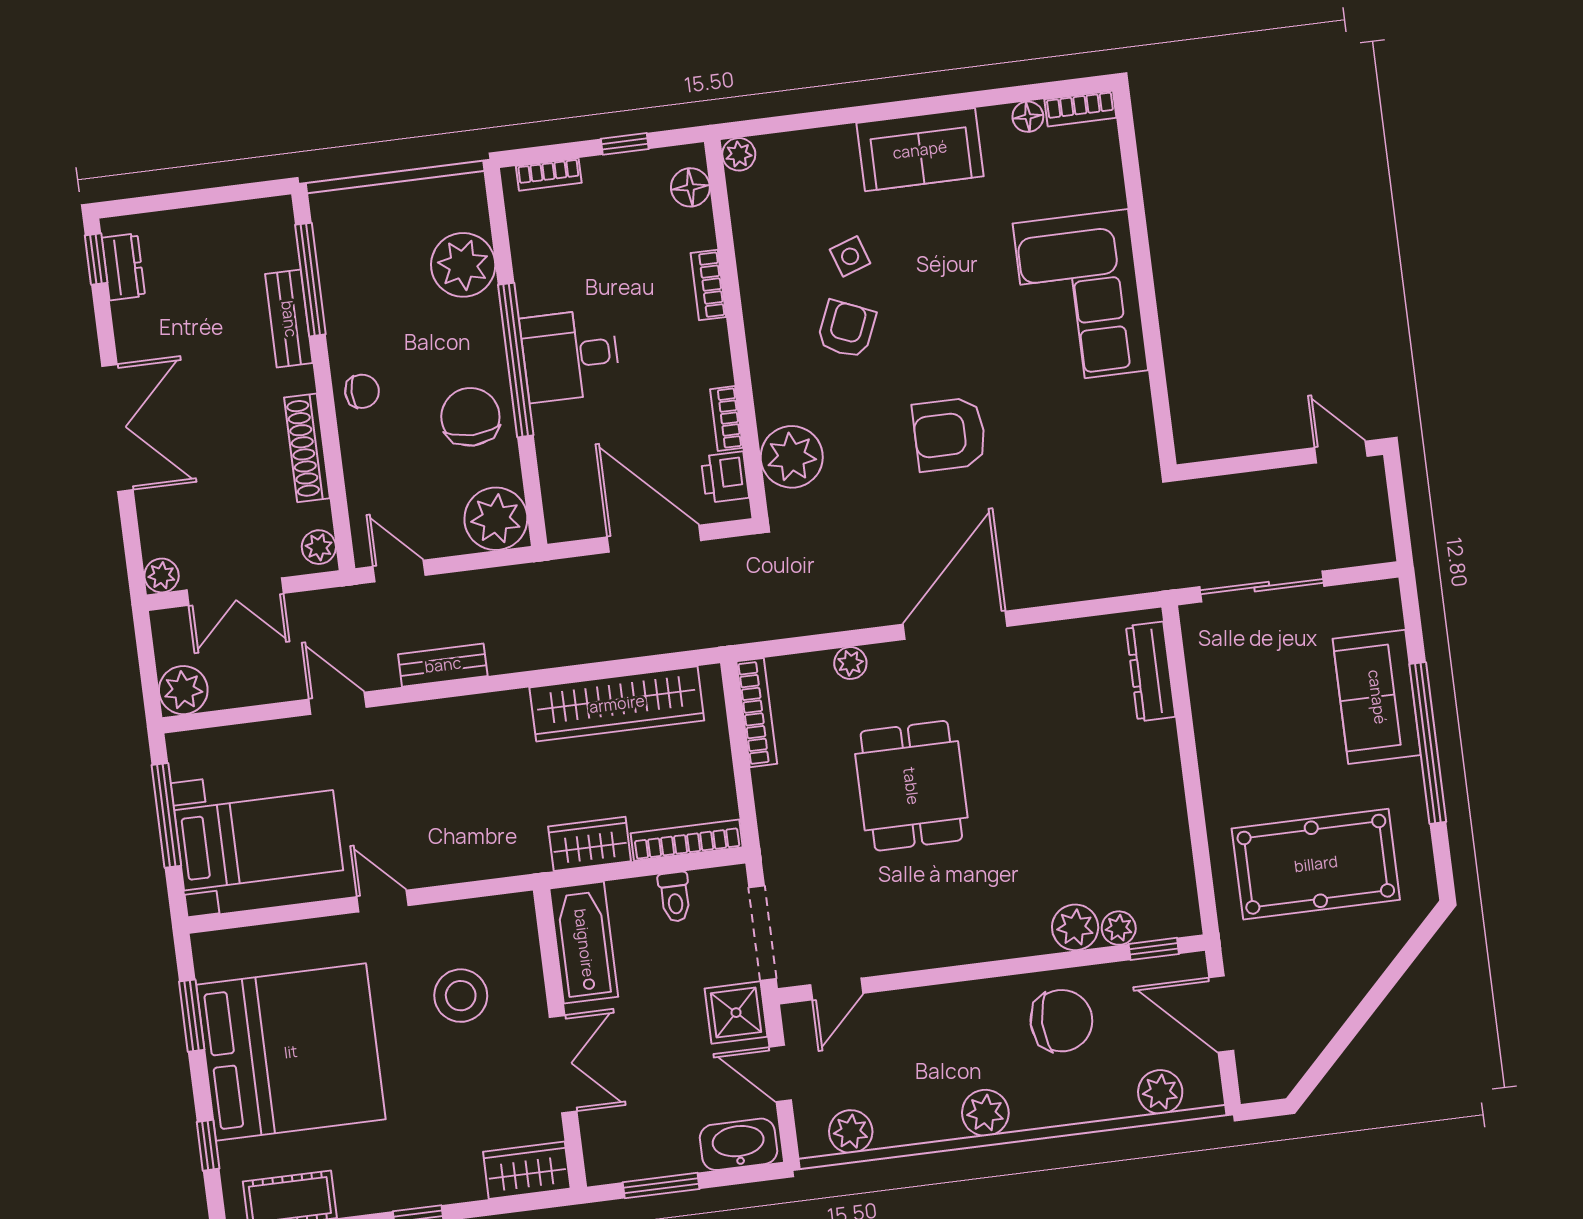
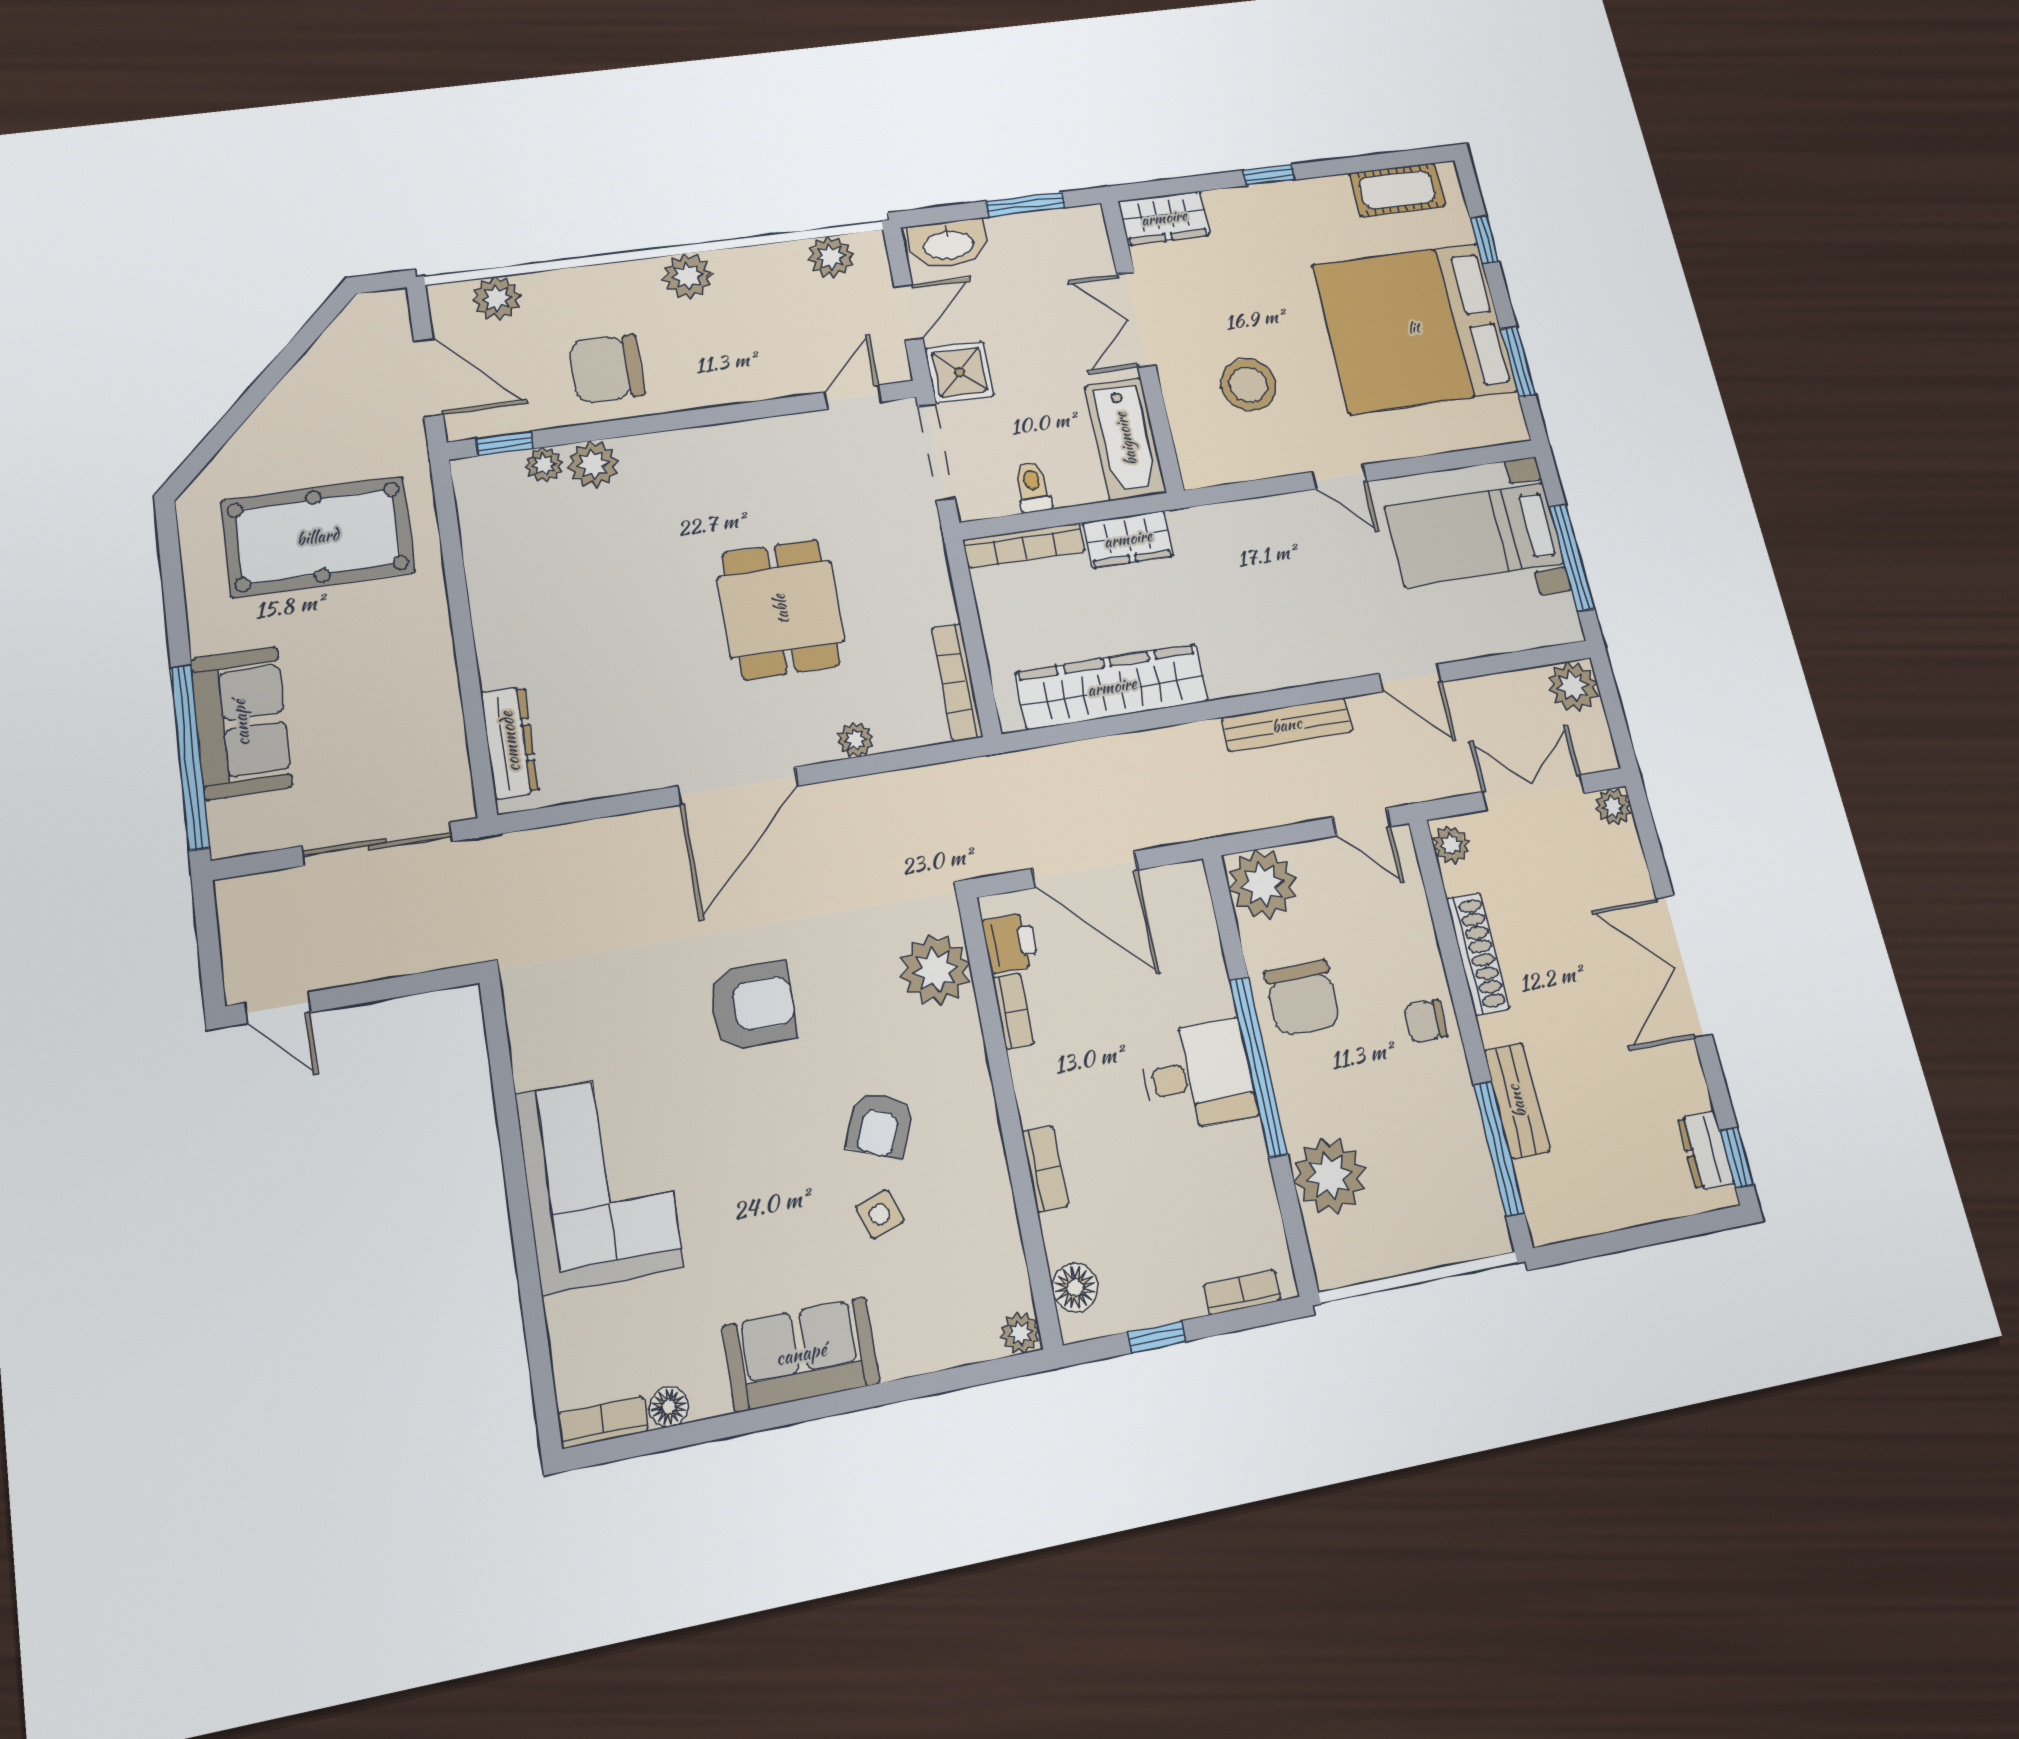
bench: (443, 665) -> (1287, 725), width x1.36
window: (1428, 743) -> (190, 757), moved
door: (780, 1074) -> (909, 313), hinge flipped

